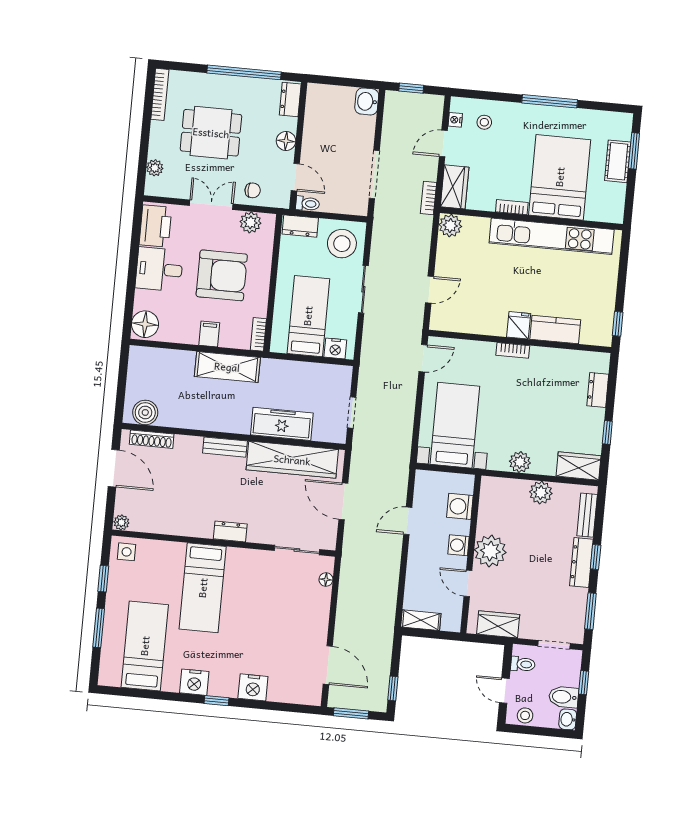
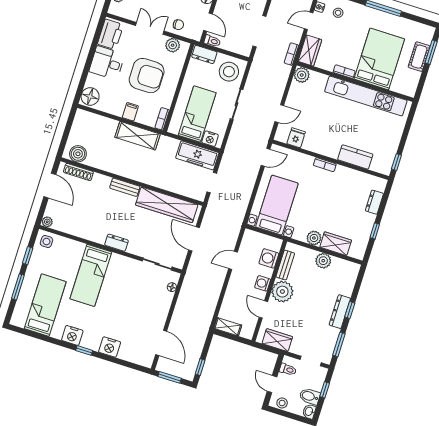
fridge: (519, 325) -> (296, 138), moved
freezer: (282, 424) -> (197, 155), moved, turned 180
wardrobe: (579, 466) -> (336, 244), moved
bench: (587, 515) -> (285, 265), moved

